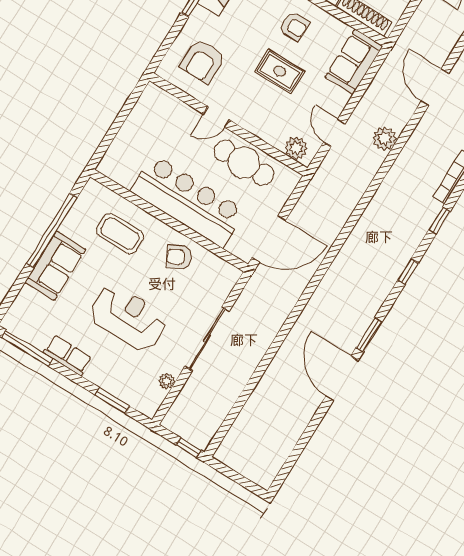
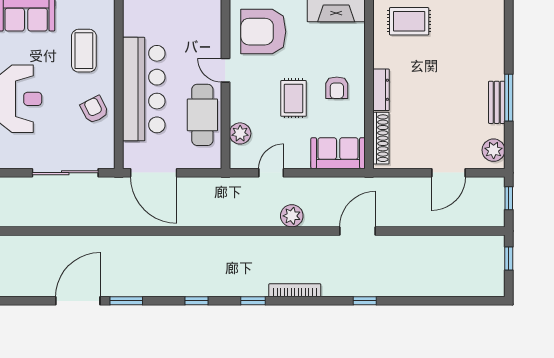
armchair: (203, 61) -> (263, 32), width x1.36, depth x1.36
plant: (296, 148) -> (240, 133), moved
sliding door: (207, 339) -> (65, 173), moved

